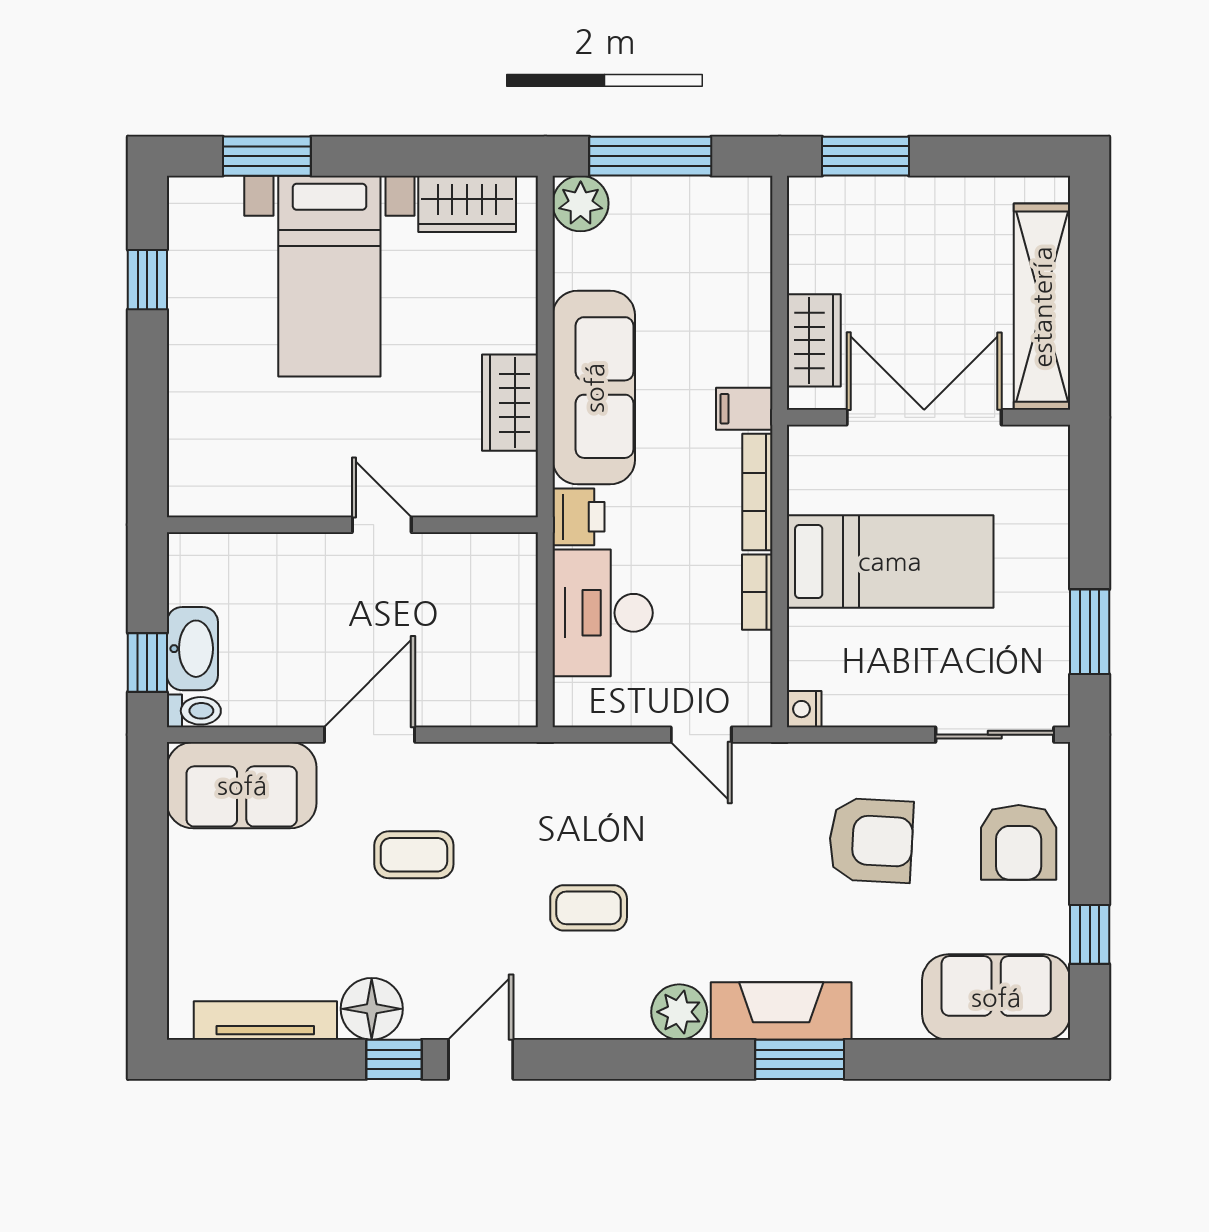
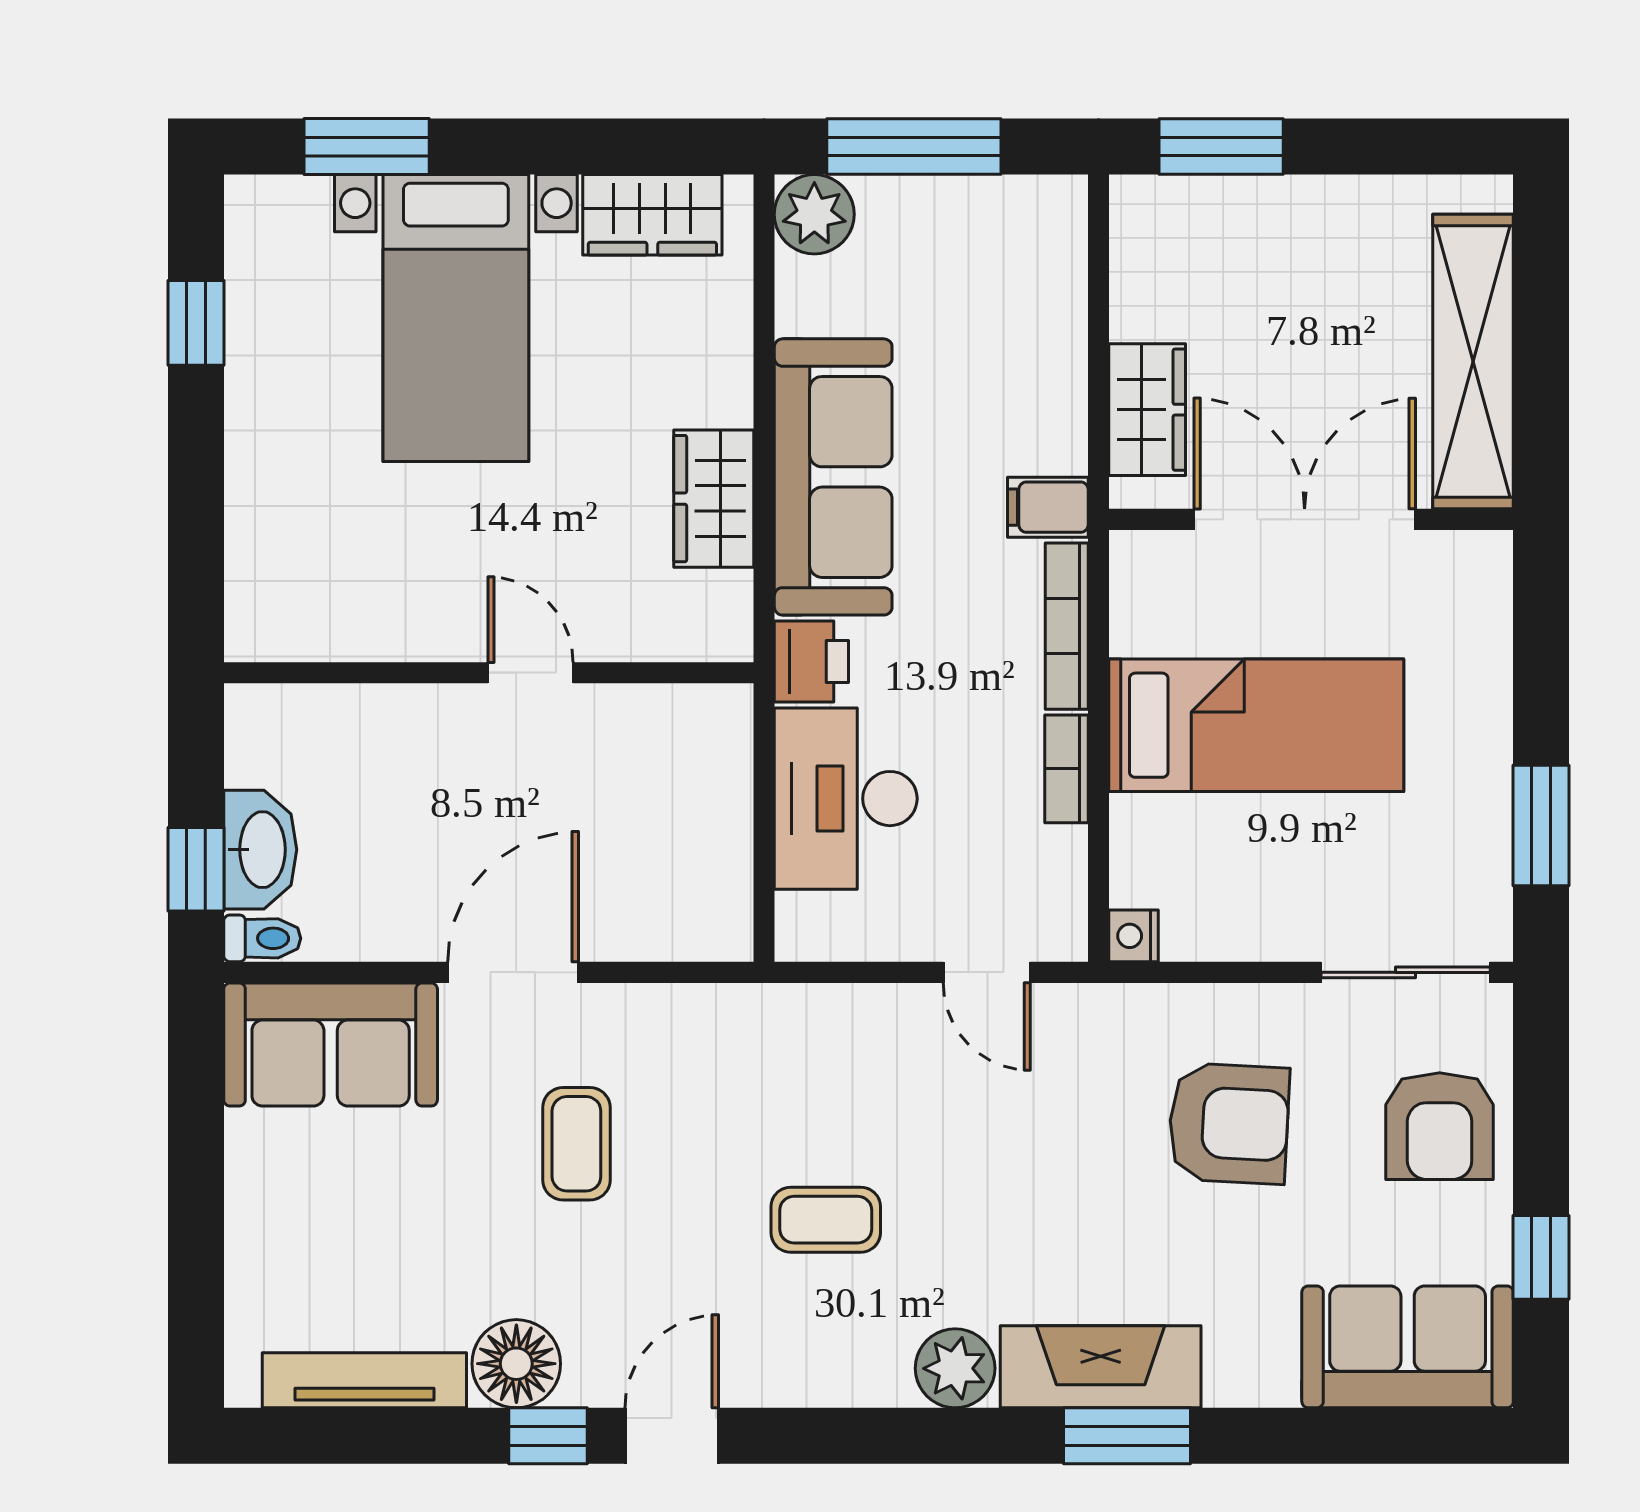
coffee table: (414, 855) -> (576, 1144), turned 90

